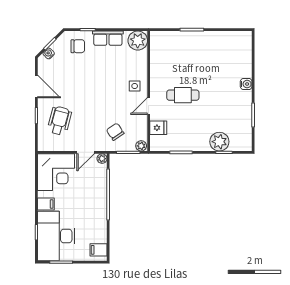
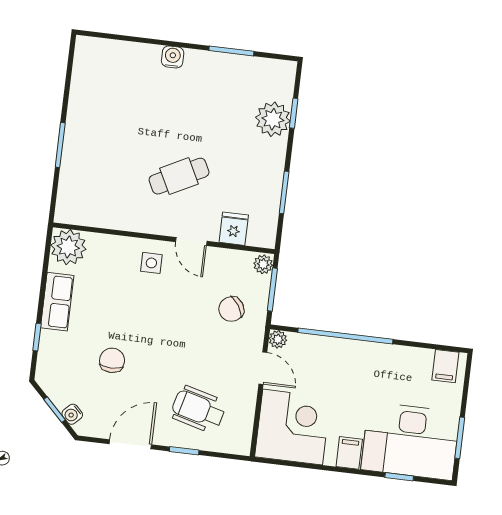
chair: (78, 46) -> (112, 360), moved
cafe table: (183, 95) -> (179, 176), turned 63

